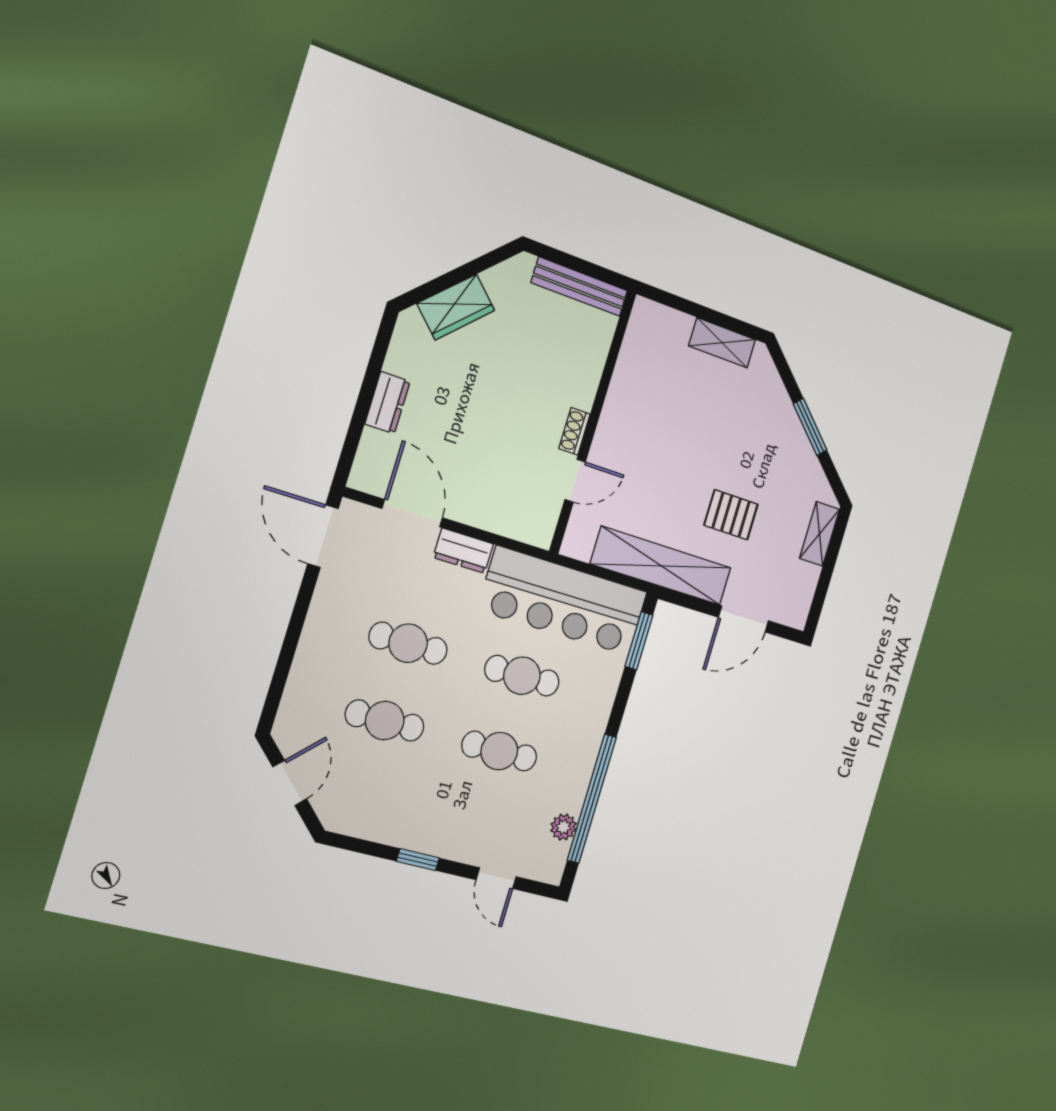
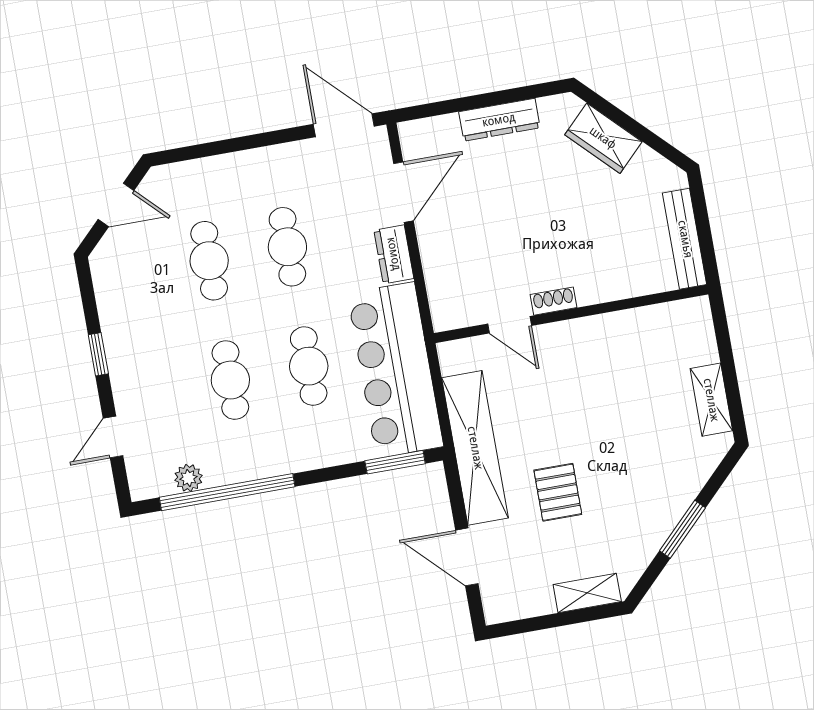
dresser: (388, 403) -> (499, 120), width x1.44
door: (323, 536) -> (344, 125), hinge flipped

